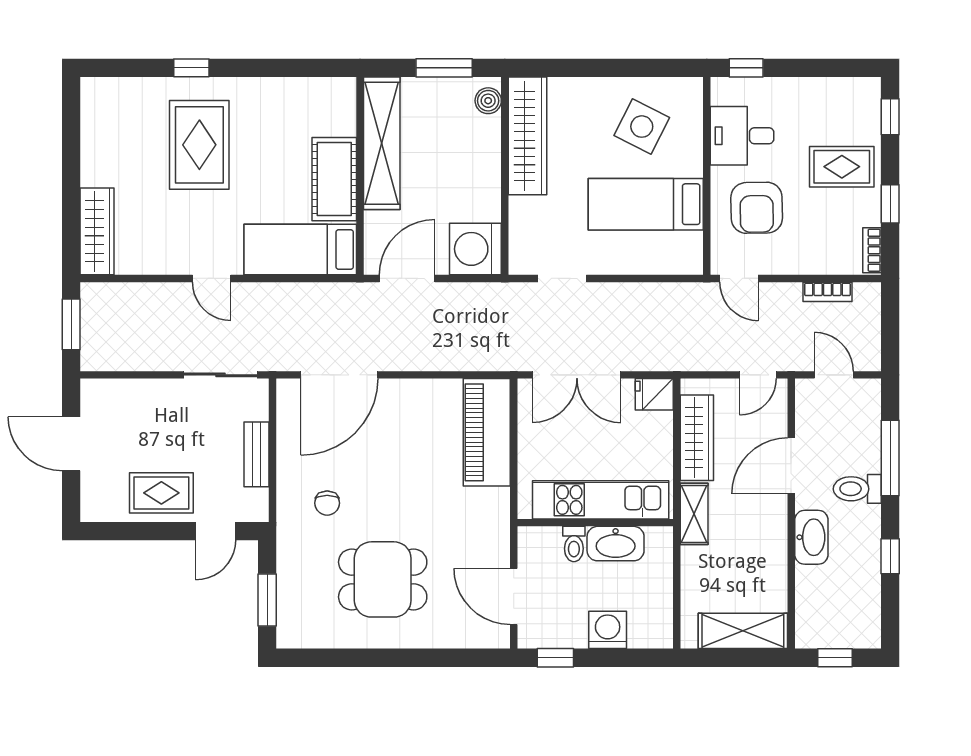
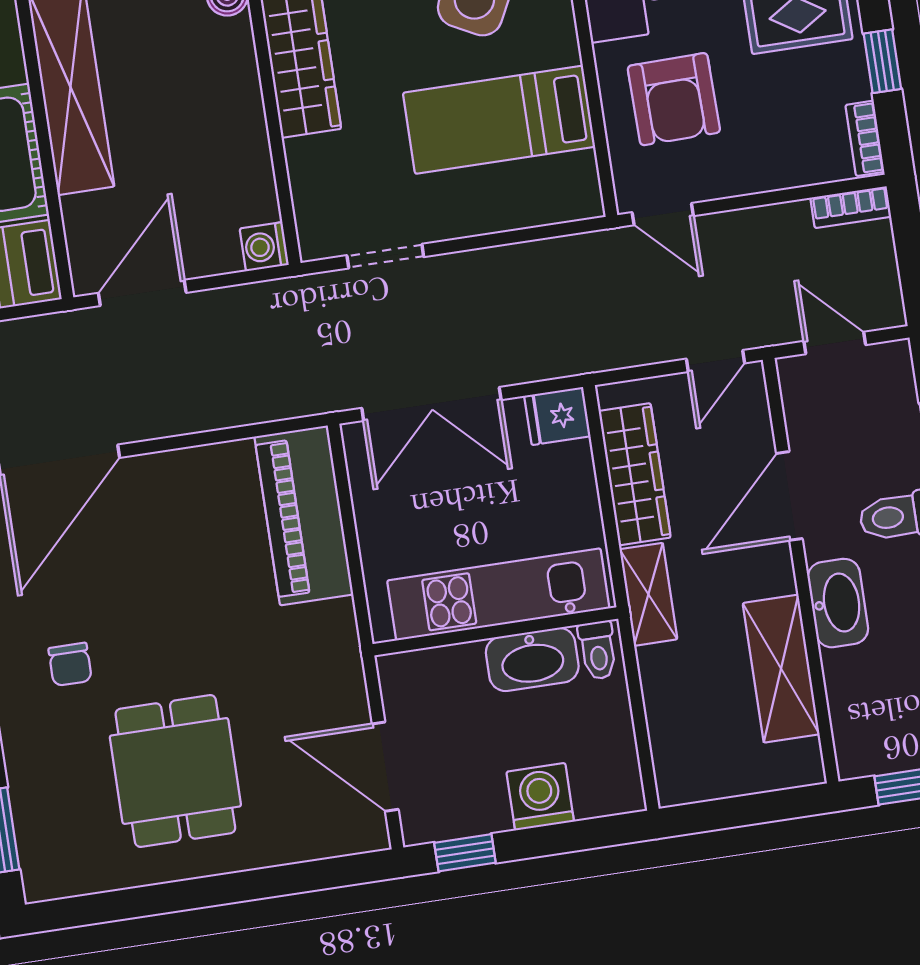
washing machine: (475, 249) -> (264, 247), width x0.53, depth x0.53
bookcase: (828, 292) -> (851, 207), moved
toilet: (574, 544) -> (598, 650), moved
dining table: (383, 579) -> (175, 771), turned 90
shelving: (743, 631) -> (781, 669), moved, turned 90

